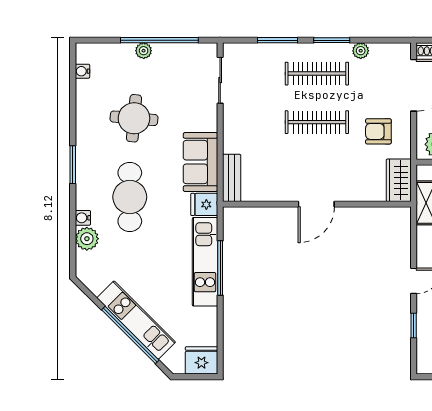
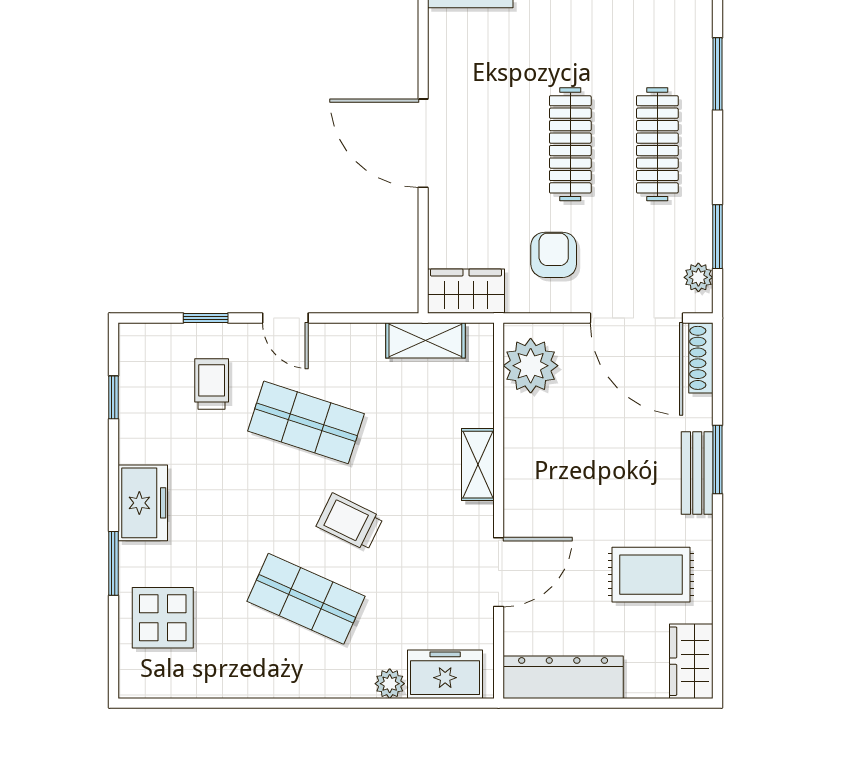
window: (332, 40) -> (718, 237), moved
plant: (361, 51) -> (698, 277), moved
door: (316, 204) -> (423, 143), width x1.36

